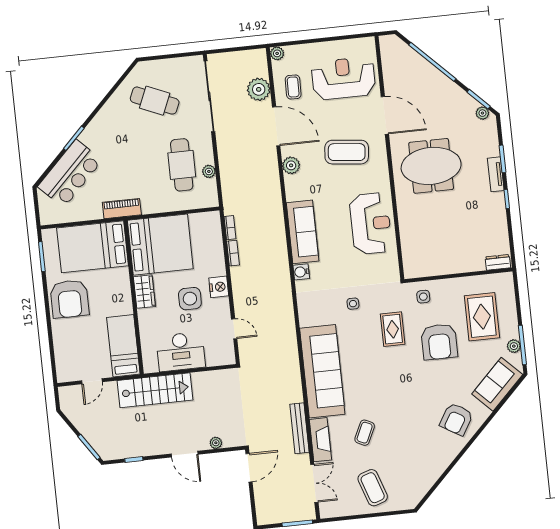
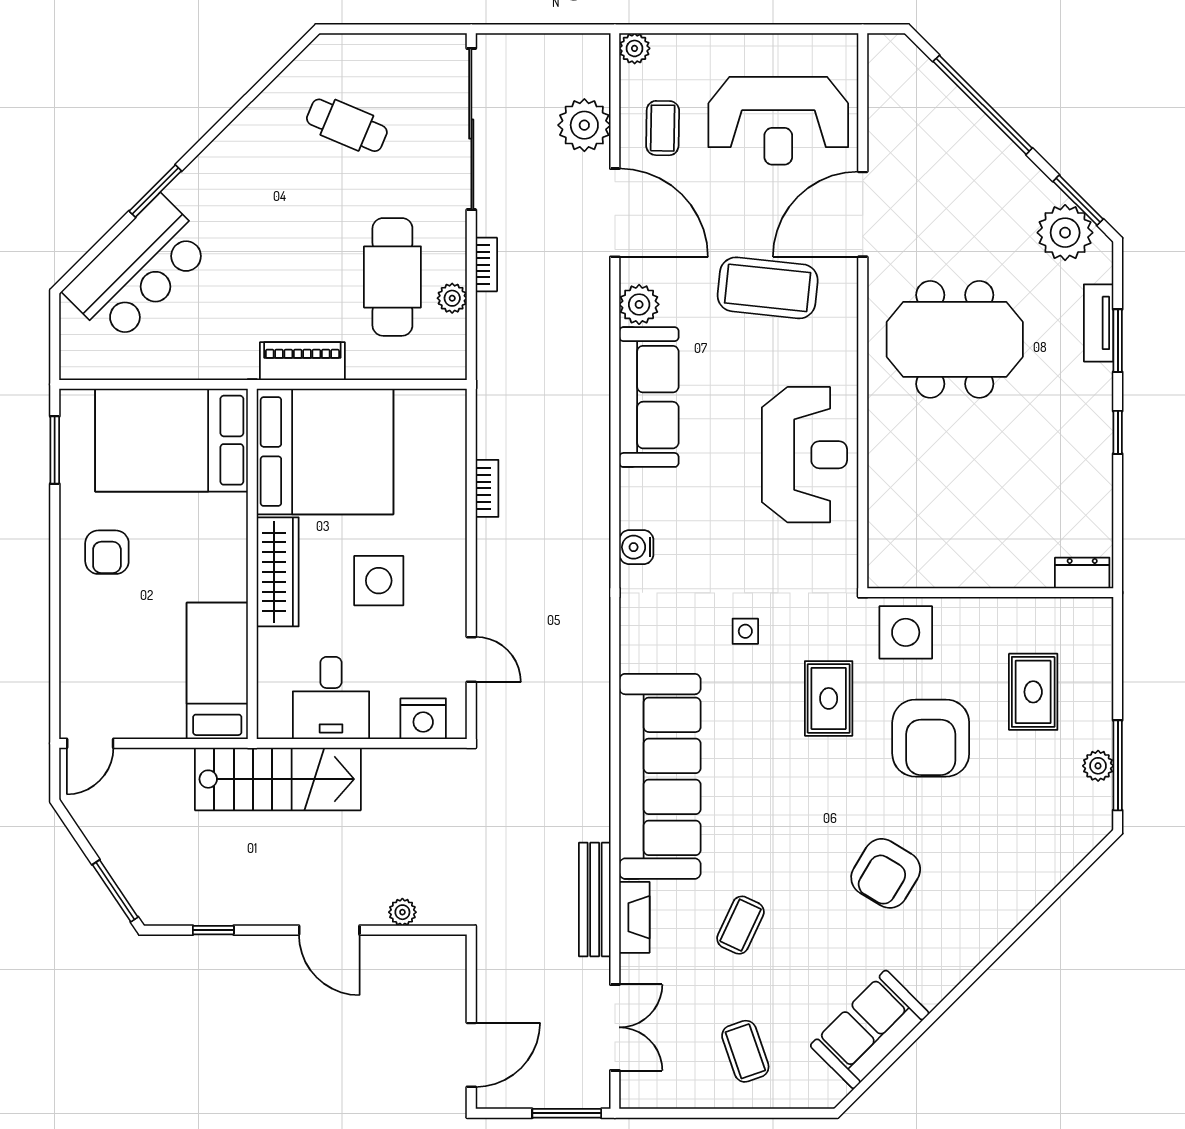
reception desk: (343, 78) -> (778, 121), turned 180
cafe table: (155, 101) -> (347, 125), width x0.73, depth x0.74
plant: (482, 113) -> (1065, 233), width x1.87, depth x1.87
door: (385, 115) -> (863, 214), swing flipped
tv unit: (496, 174) -> (1099, 323), moved
piano: (122, 209) -> (302, 361), moved
bookcase: (230, 228) -> (486, 265), moved
sofa: (303, 232) -> (649, 397), moved
nightstand: (219, 287) -> (423, 719), moved, turned 90
wardrobe: (144, 292) -> (278, 572), width x1.50
side table: (423, 297) -> (906, 632), width x1.87, depth x1.87
armchair: (69, 299) -> (107, 552), width x0.53, depth x0.53
rug: (482, 317) -> (1033, 692), width x0.73, depth x0.70
desk: (181, 352) -> (331, 698), width x0.73
door: (92, 381) -> (90, 743), moved
sofa: (497, 384) -> (870, 1029), moved
armchair: (456, 419) -> (886, 873), moved
fireplace: (320, 440) -> (634, 917), width x0.73, depth x0.76
door: (249, 468) -> (471, 1055), moved
coffee table: (373, 488) -> (745, 1051), width x0.73, depth x0.77

